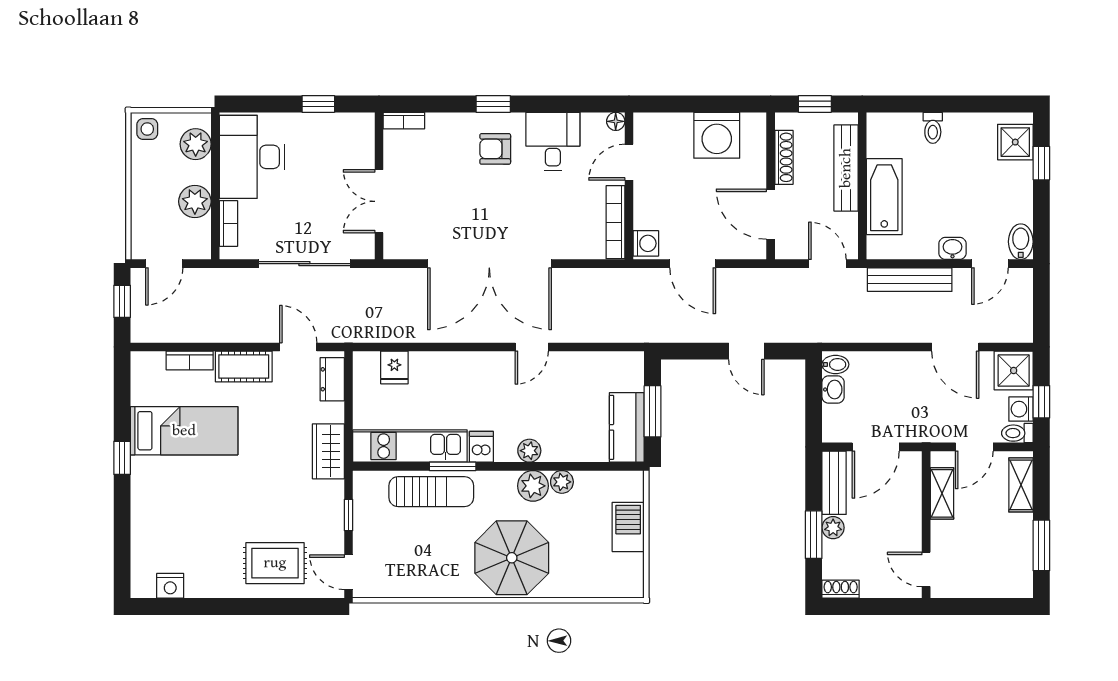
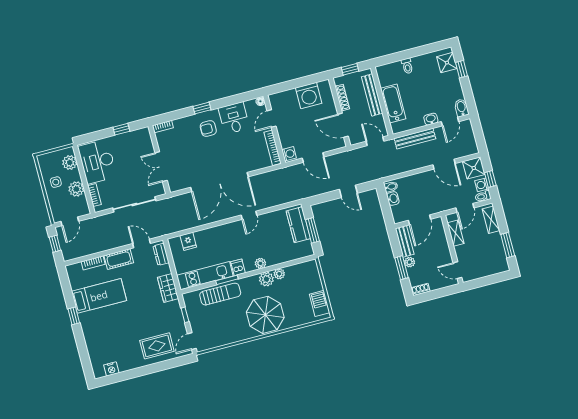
side table: (147, 129) -> (56, 182), moved
kitchen counter: (627, 427) -> (298, 225), moved
barbecue: (628, 527) -> (320, 303), moved
door: (348, 572) -> (192, 341), hinge flipped

